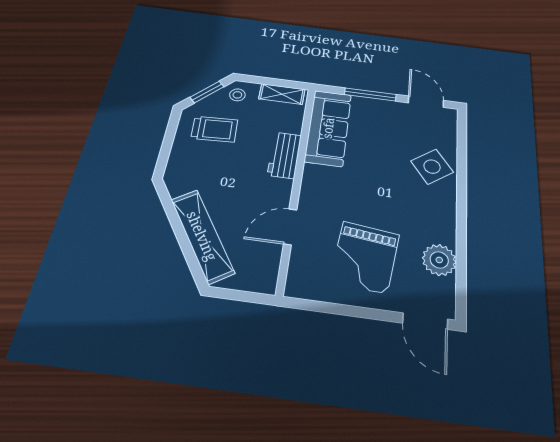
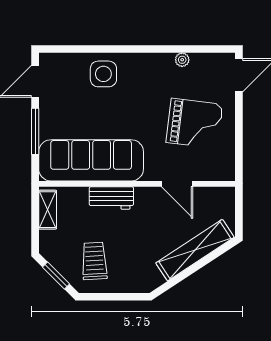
stool: (237, 95) -> (55, 248), removed
sofa: (328, 128) -> (91, 160), width x1.36, depth x1.27
side table: (432, 167) -> (103, 74), turned 36
plant: (439, 260) -> (182, 60), width x0.53, depth x0.53

